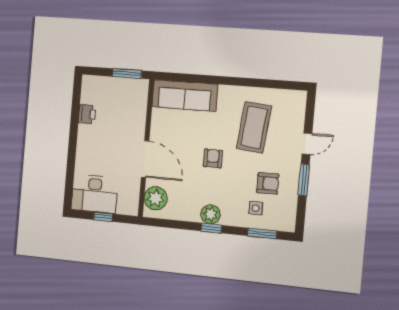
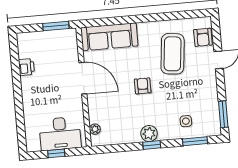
door: (145, 159) -> (83, 78), moved
window: (304, 180) -> (223, 114), moved
armchair: (268, 183) -> (203, 37), moved, turned 90
desk: (94, 194) -> (60, 134), moved
plant: (156, 198) -> (95, 129), width x0.53, depth x0.53

